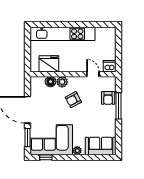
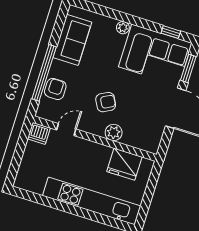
door: (93, 74) -> (66, 130), swing flipped
floor lamp: (51, 82) -> (130, 138), removed
window: (118, 106) -> (44, 73), width x1.46
sofa: (101, 146) -> (72, 40), moved, turned -90

